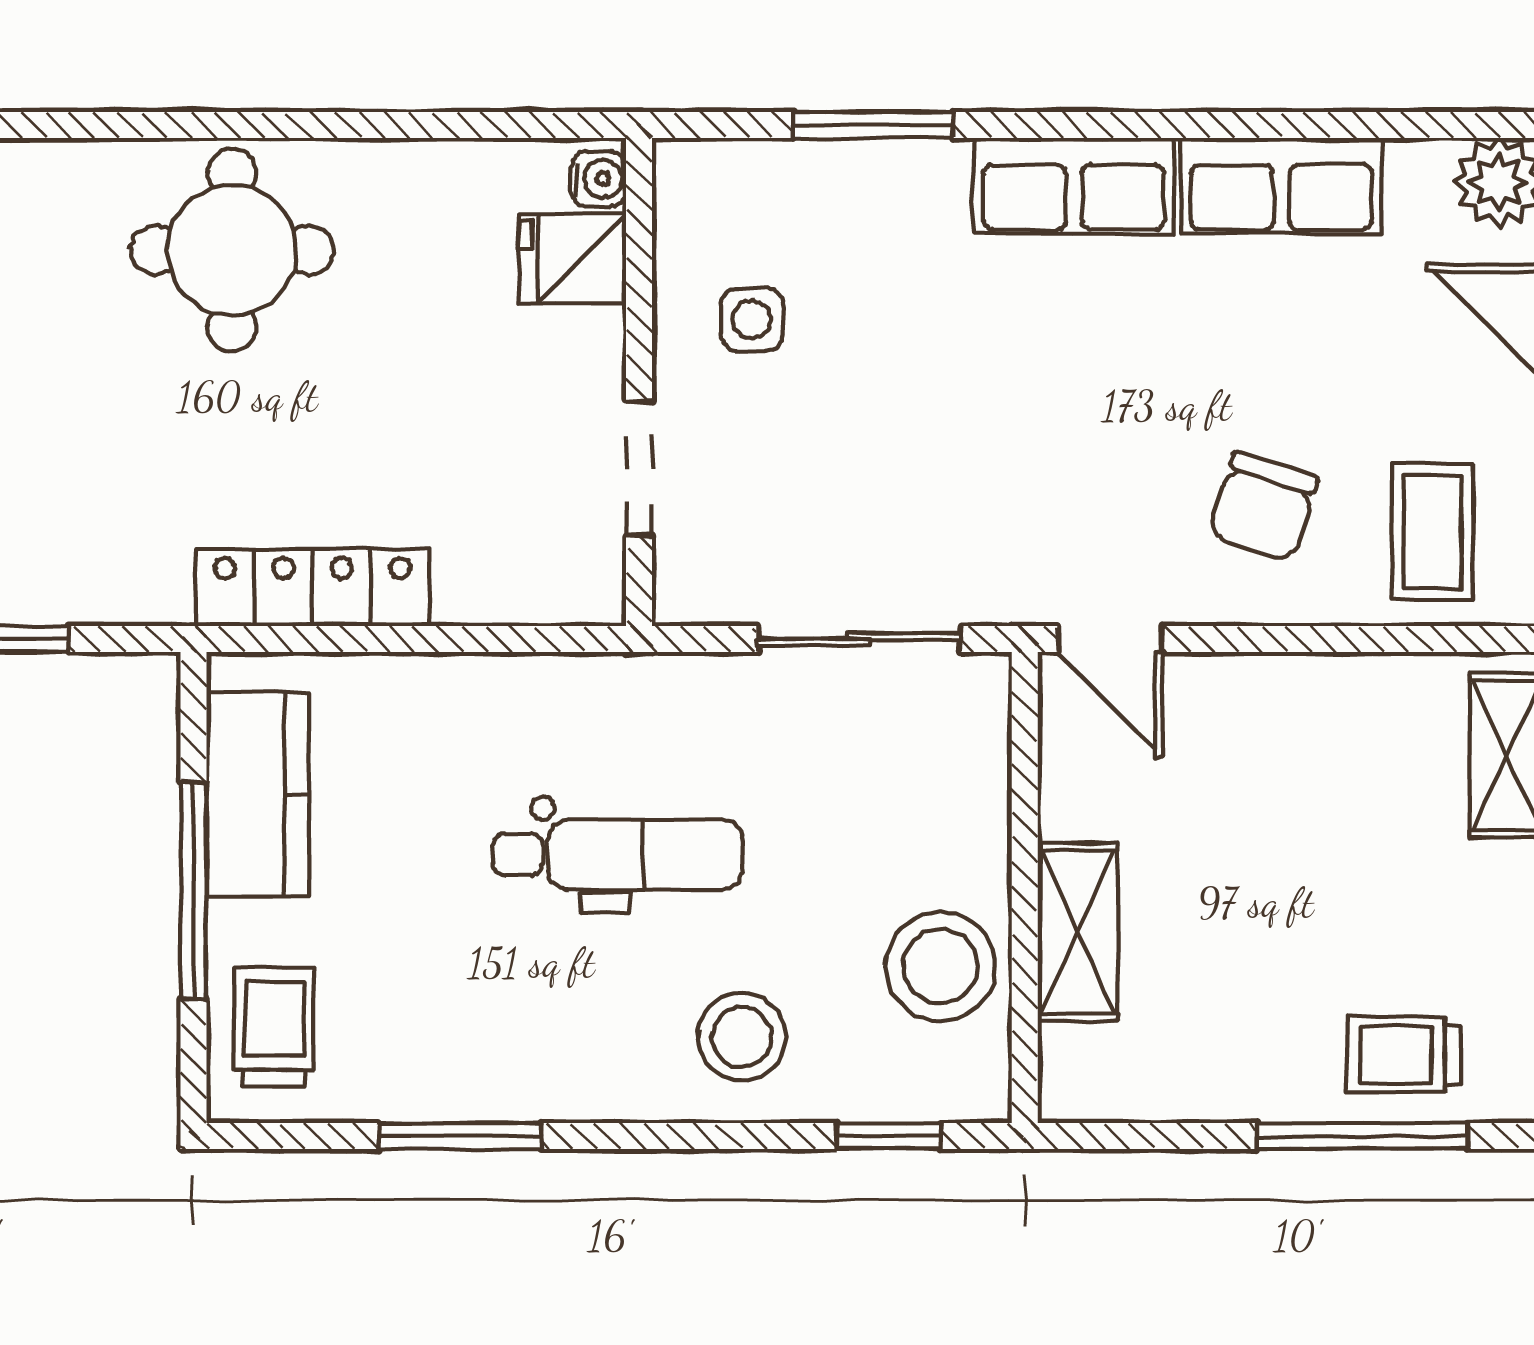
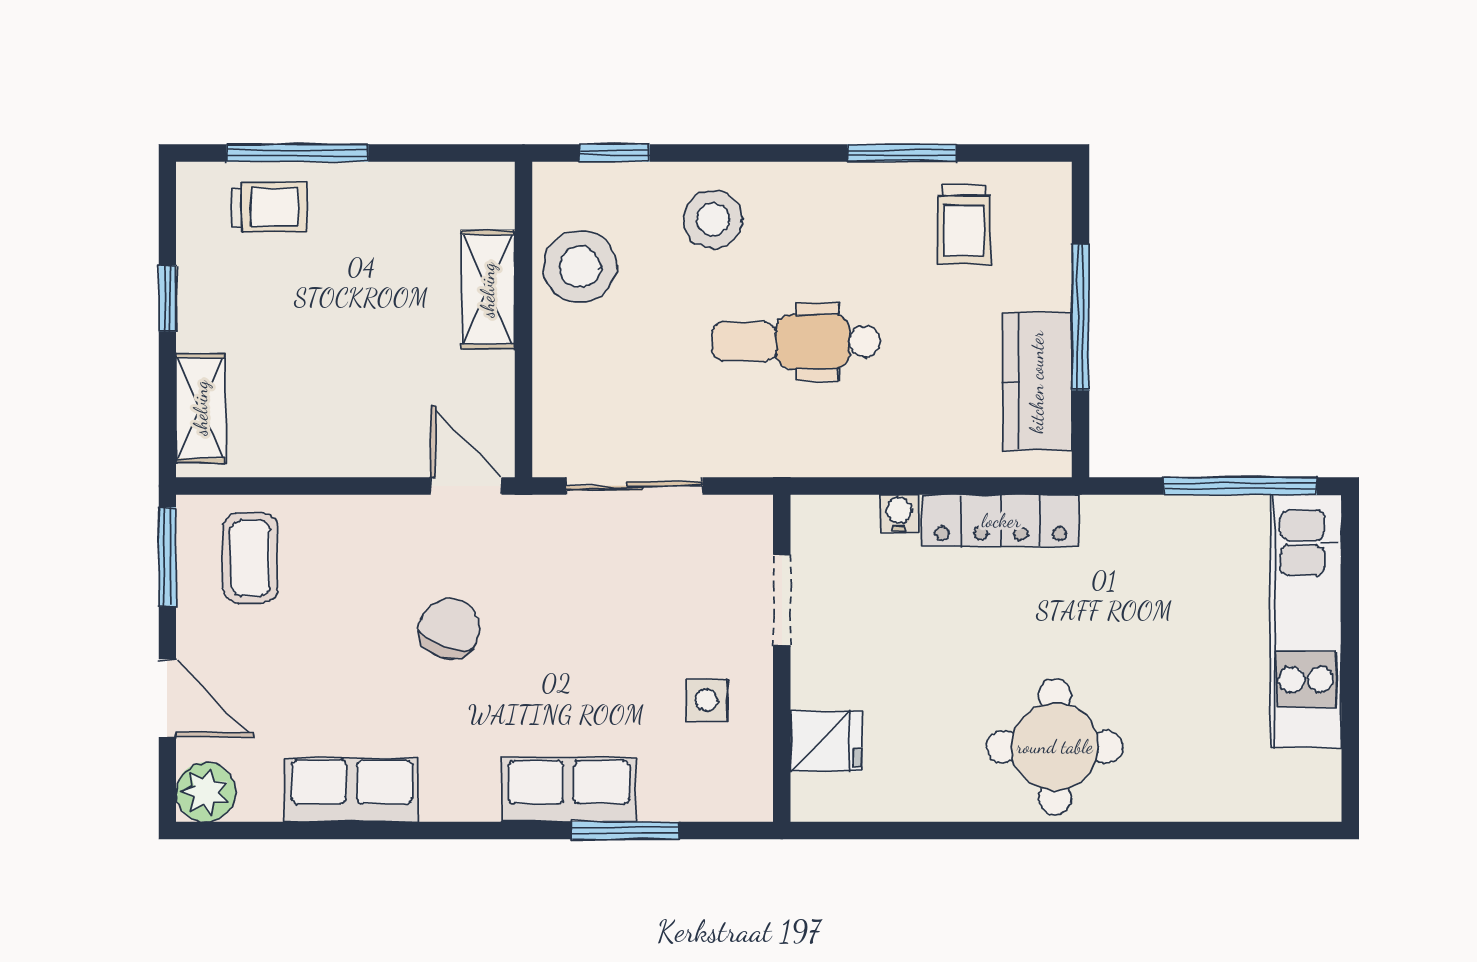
water cooler: (599, 179) -> (899, 513), moved, turned 90
row of seats: (1074, 186) -> (569, 790), moved
chair: (1263, 507) -> (450, 629), moved
trolley: (274, 1027) -> (964, 225), moved

